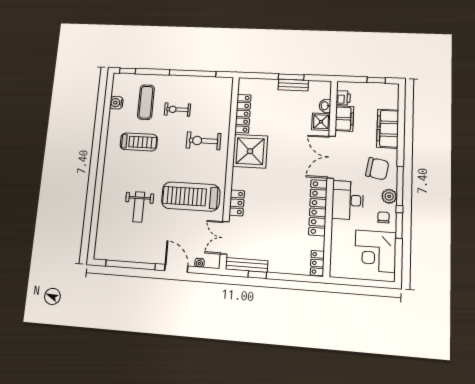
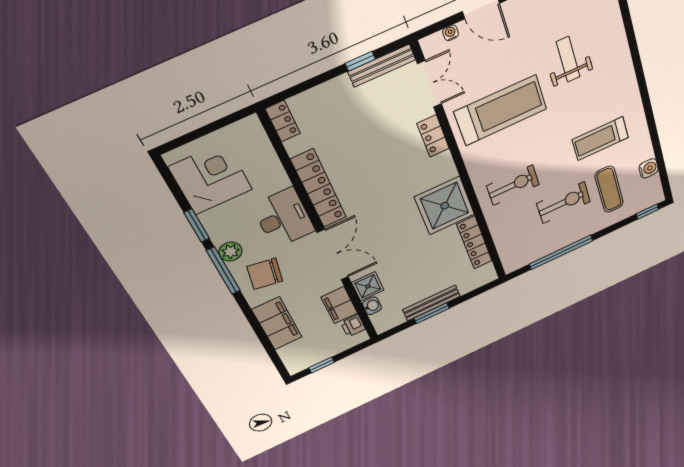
bench: (293, 85) -> (431, 303), width x1.36
exercise bike: (177, 109) -> (564, 203), width x1.38, depth x1.39
chair: (383, 217) -> (224, 224), removed

